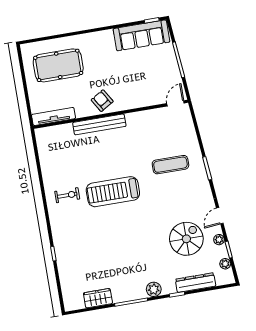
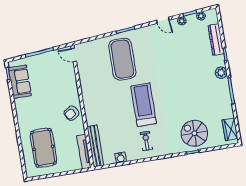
sofa: (141, 35) -> (20, 82), width x0.73
bench: (99, 124) -> (95, 146), moved
water cooler: (46, 163) -> (121, 158), added
exercise mat: (170, 165) -> (122, 59), width x2.00, depth x1.45
treadmill: (113, 192) -> (144, 105), turned 180
spiral stairs: (186, 239) -> (194, 133), moved
wardrobe: (98, 298) -> (230, 129), moved

